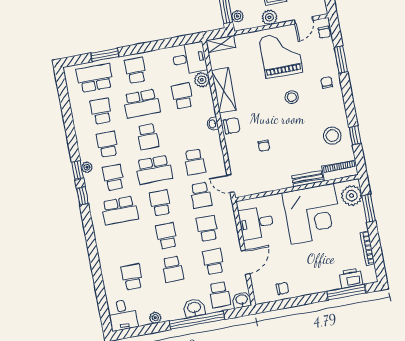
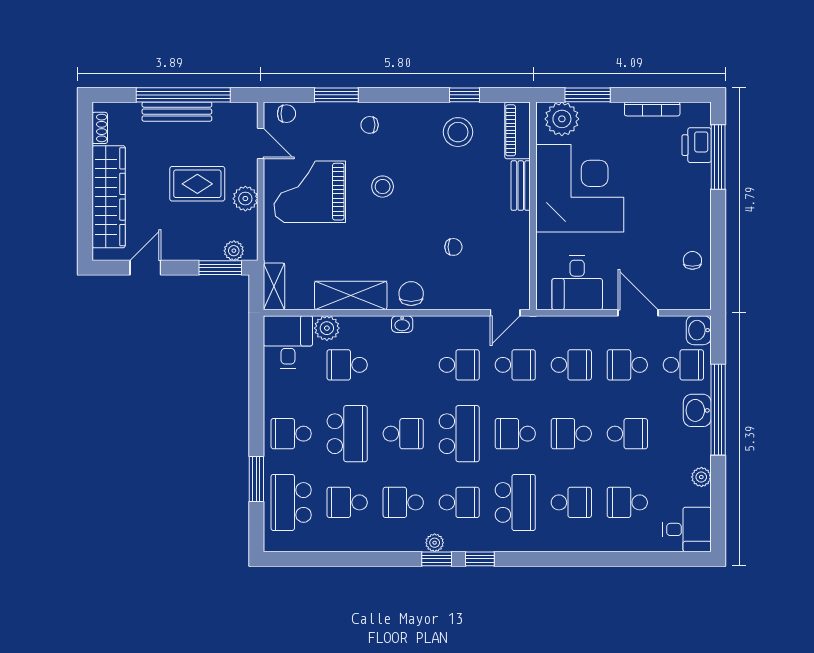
school desk: (113, 177) -> (459, 502), turned 180
school desk: (207, 228) -> (571, 365), turned 180
school desk: (126, 244) -> (571, 502), added

